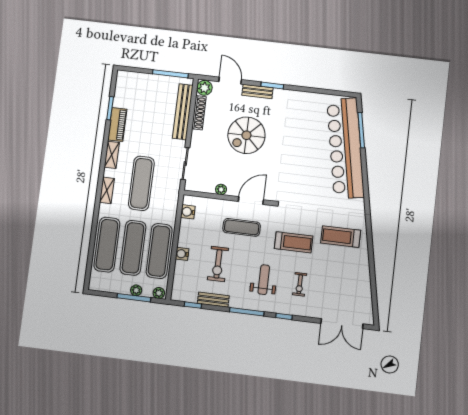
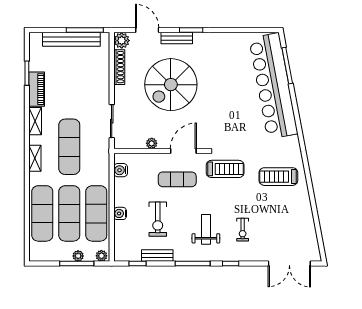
bench: (183, 112) -> (71, 39), moved, turned 90
spiral stairs: (246, 135) -> (171, 85), width x1.37, depth x1.37
treadmill: (294, 242) -> (225, 169), moved

